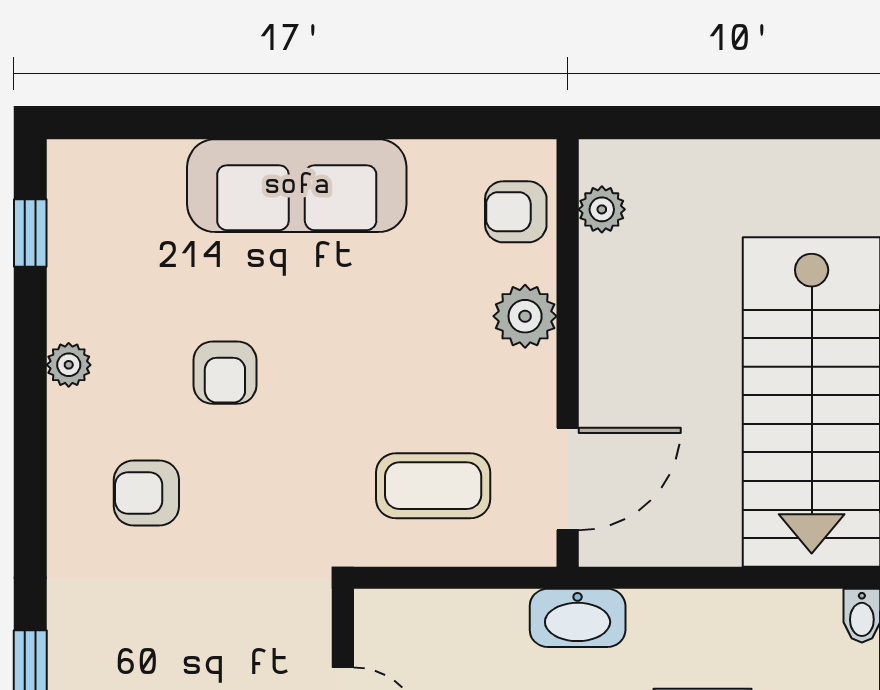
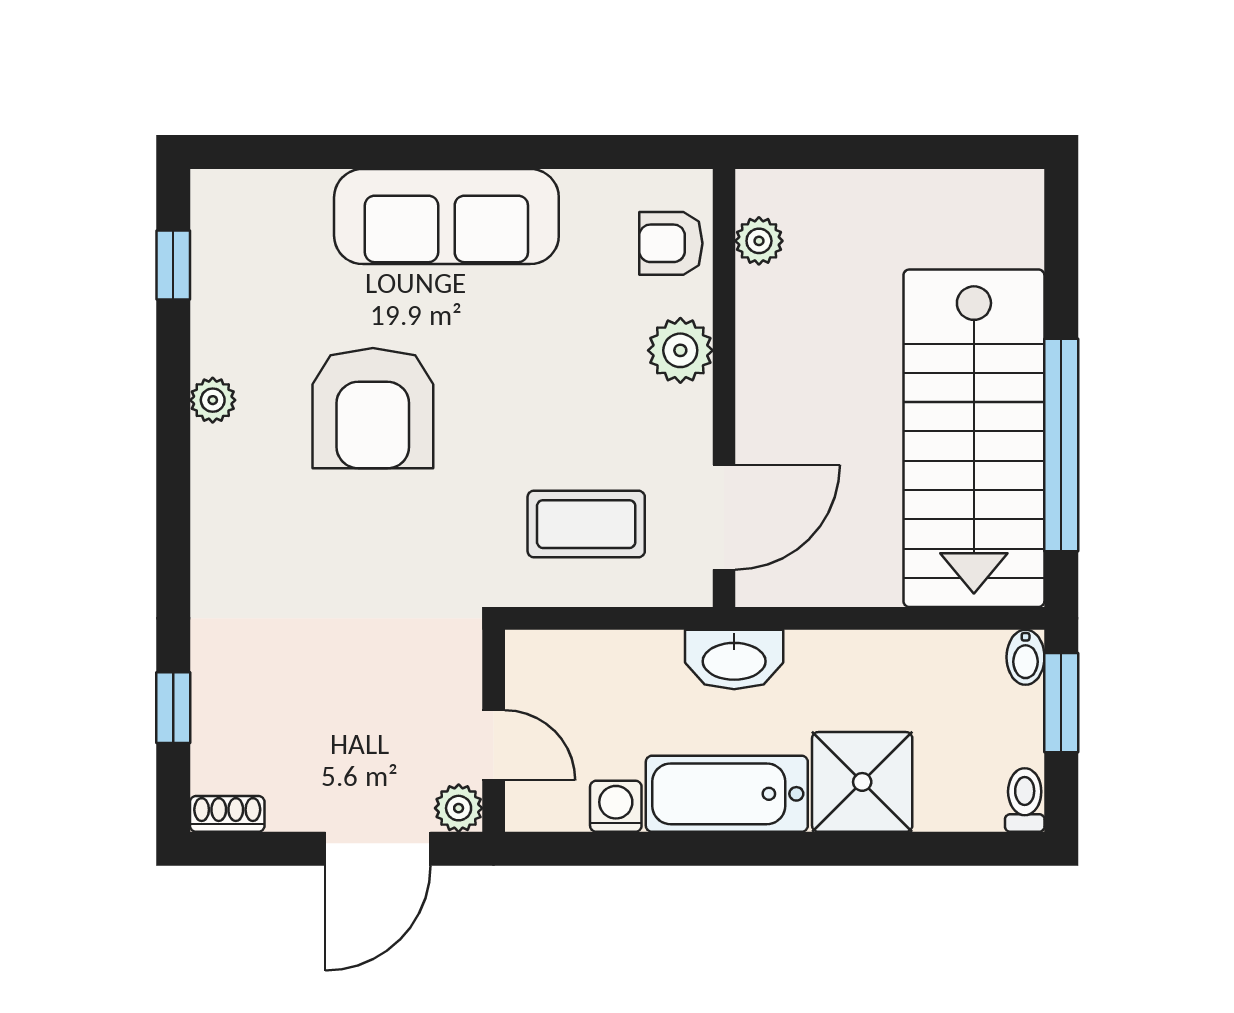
armchair: (225, 373) -> (373, 408), width x1.88, depth x1.88
armchair: (146, 493) -> (292, 532), removed

